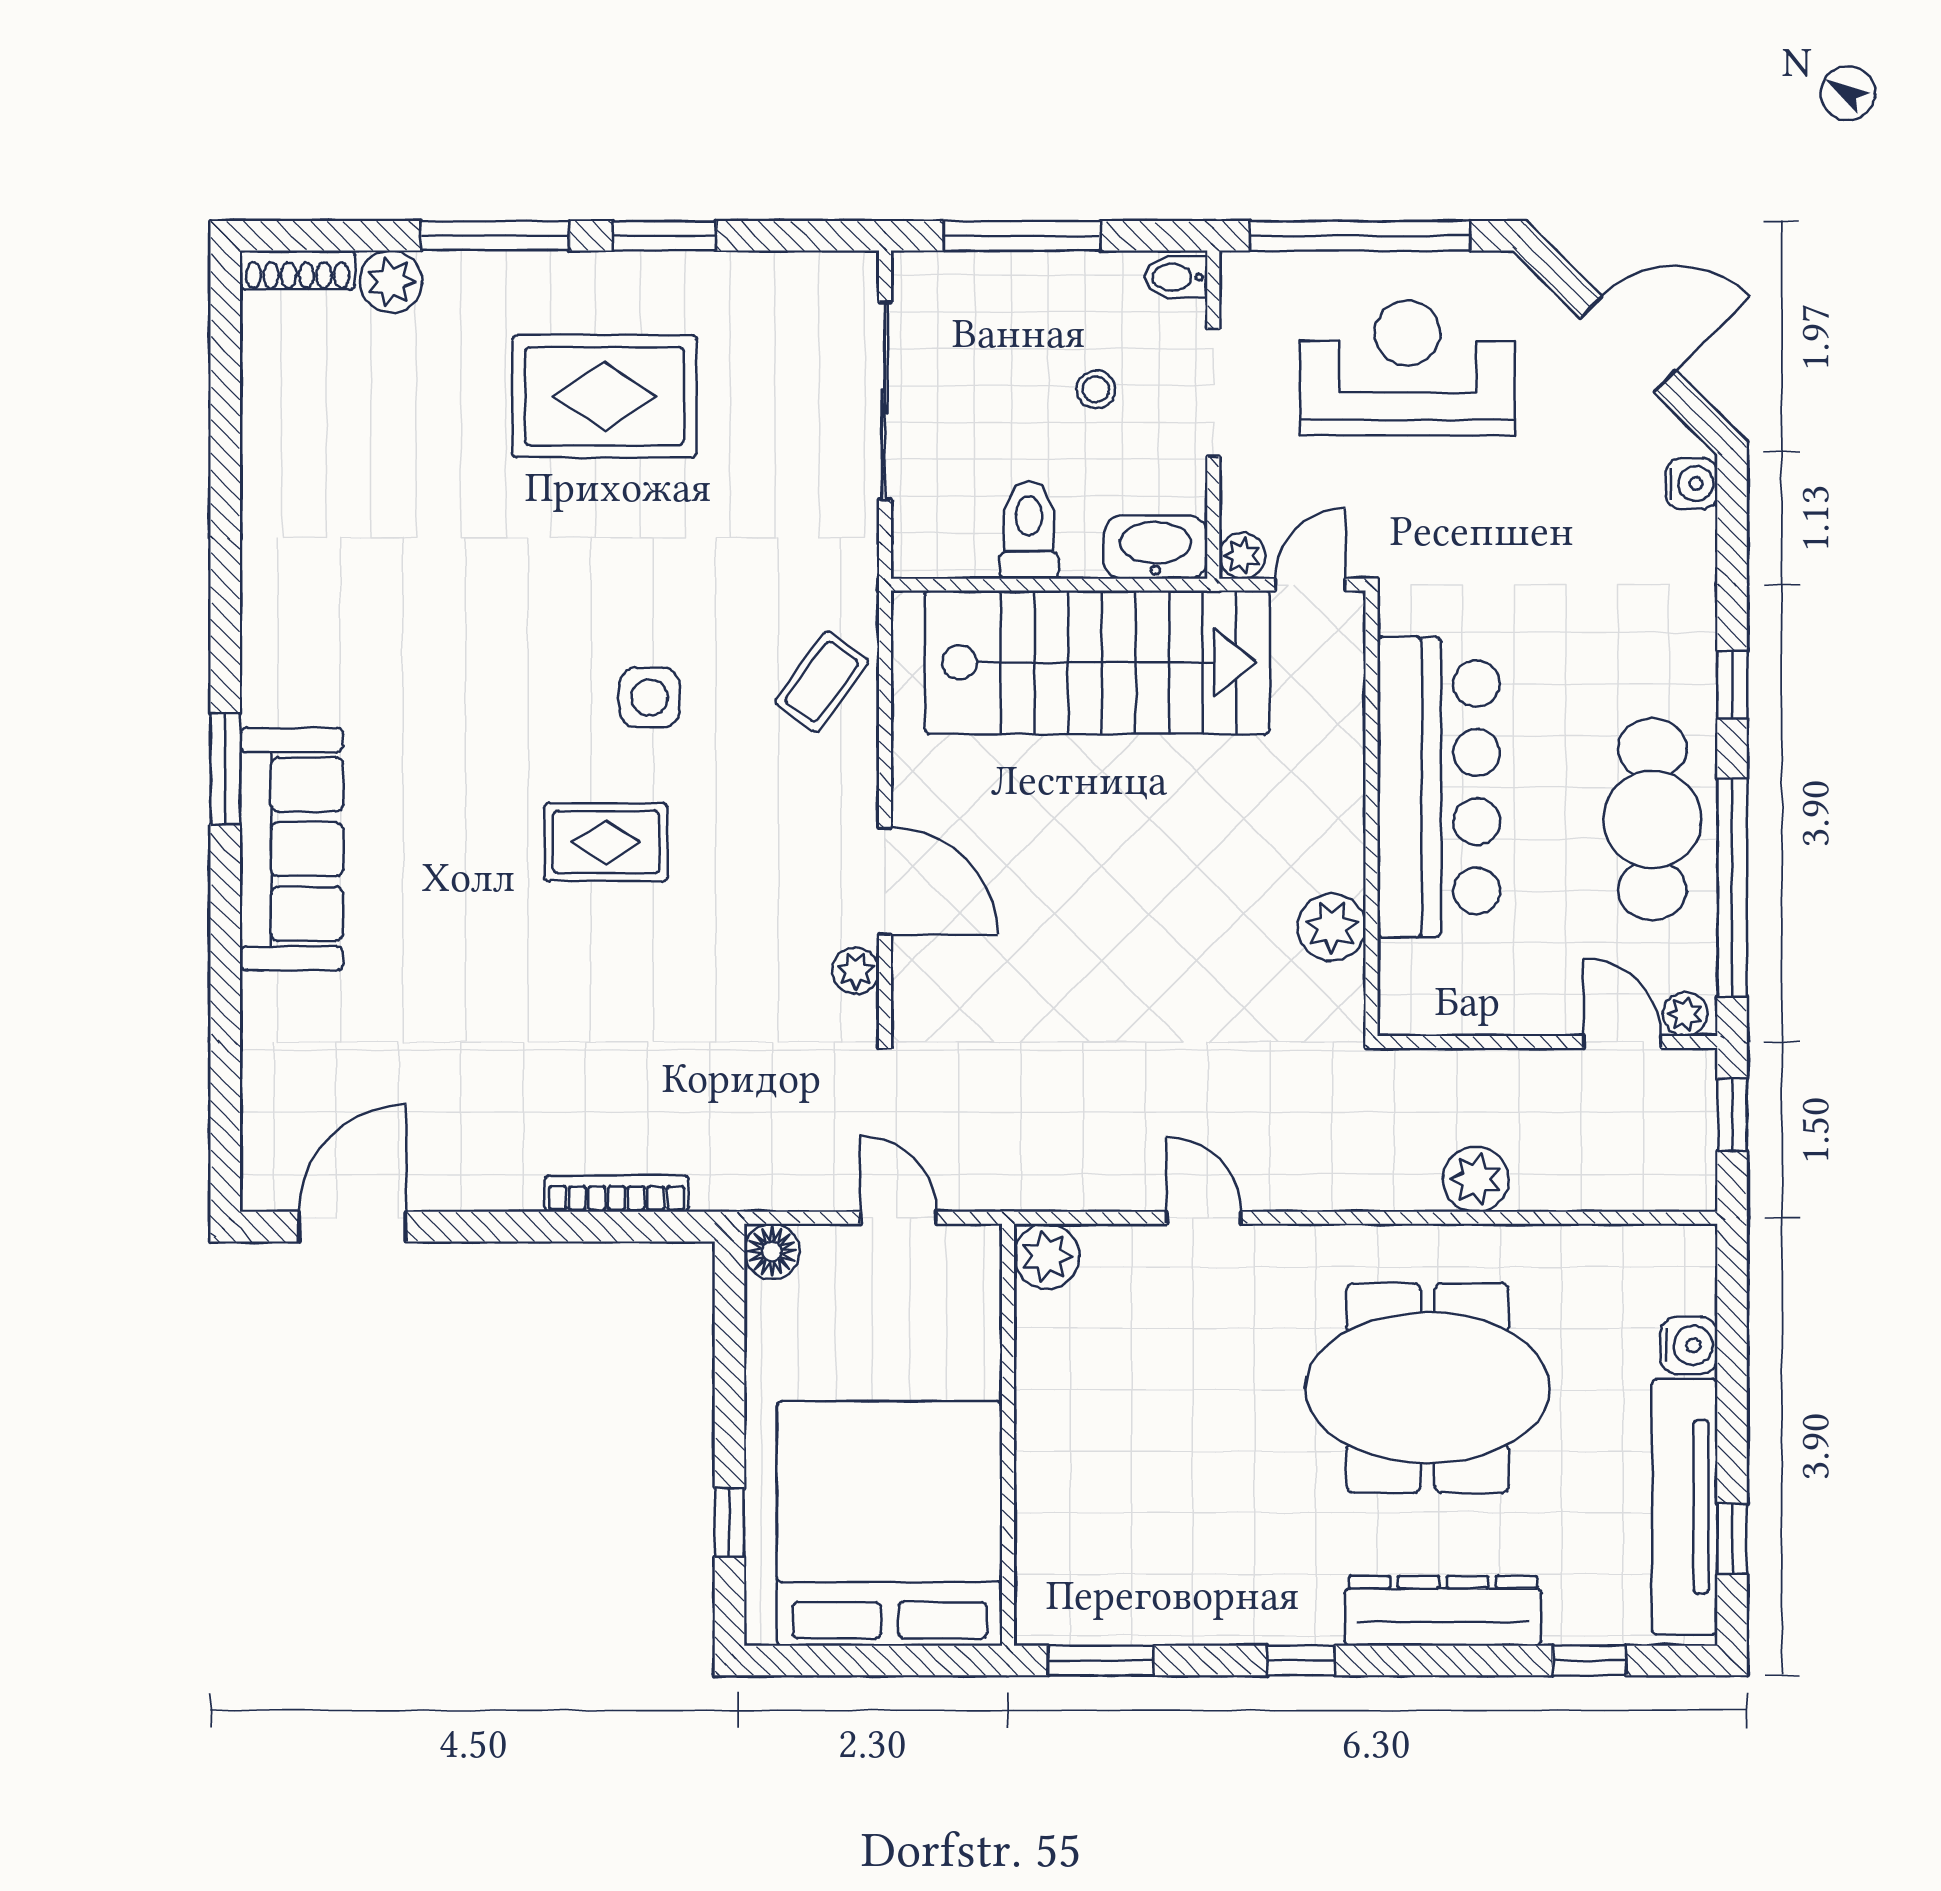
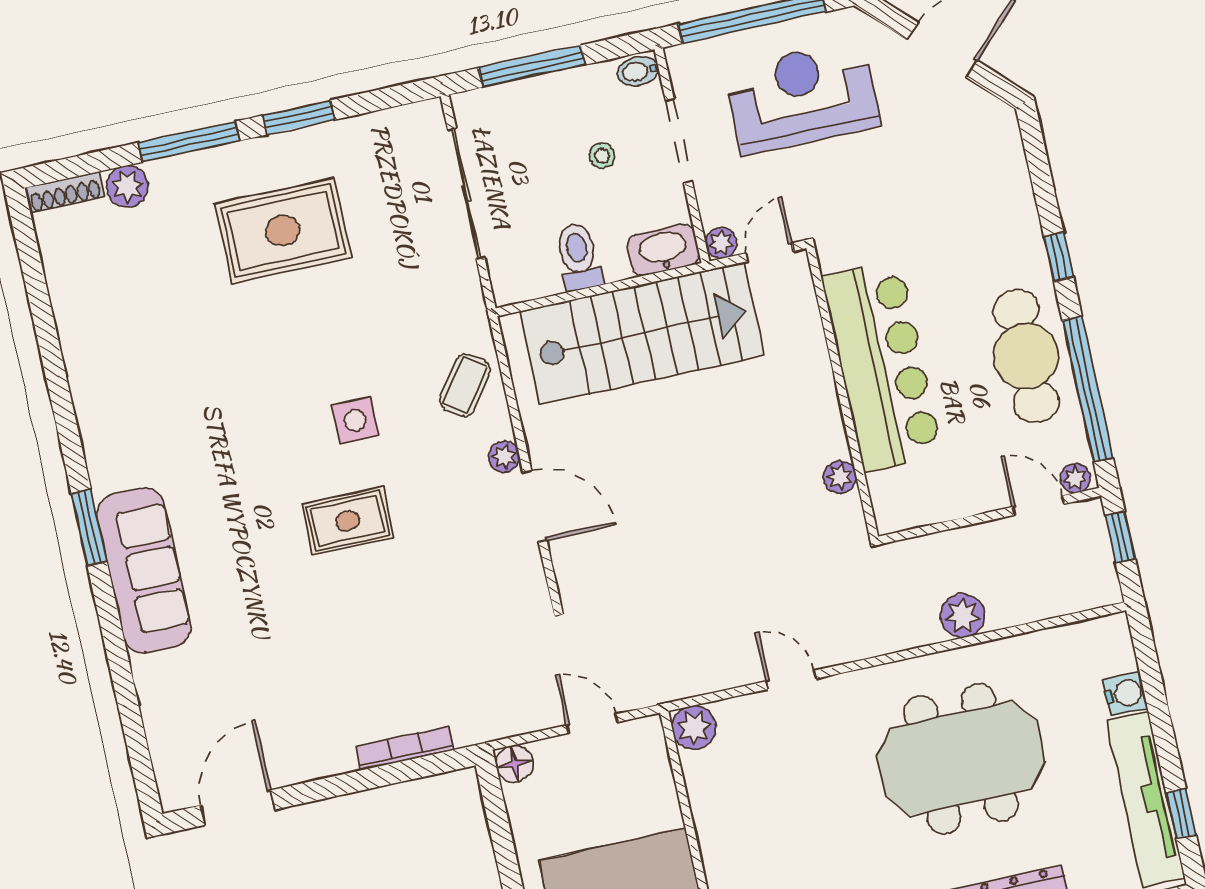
water cooler: (1692, 483) -> (1004, 132), removed
plant: (1332, 927) -> (840, 477), width x0.73, depth x0.73
plant: (856, 971) -> (504, 457), moved

